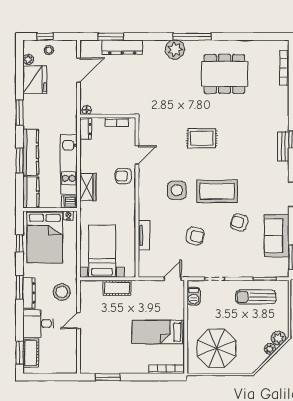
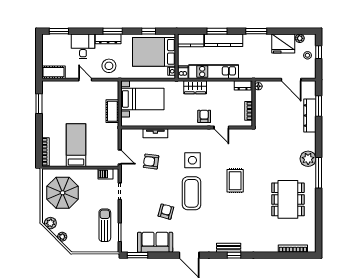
armchair: (195, 236) -> (151, 162), moved, turned 85
plant: (278, 338) -> (50, 223), moved
cot: (31, 353) -> (53, 72), moved

